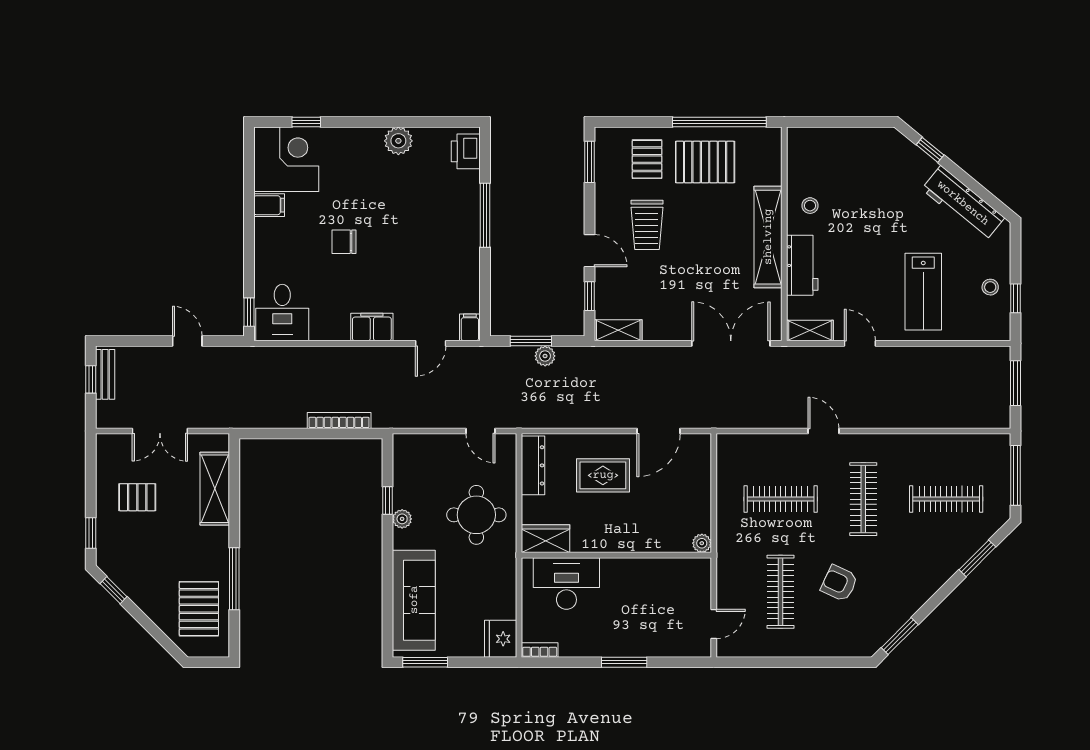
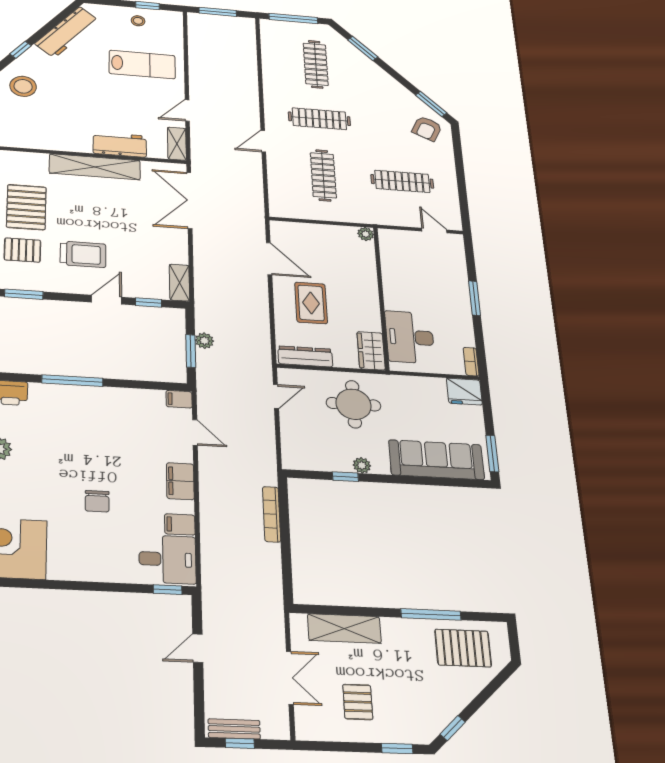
filing cabinet: (269, 205) -> (180, 524), moved, turned -90
stool: (810, 206) -> (23, 86), moved, width x1.89, depth x1.89
armchair: (839, 583) -> (427, 128), moved

